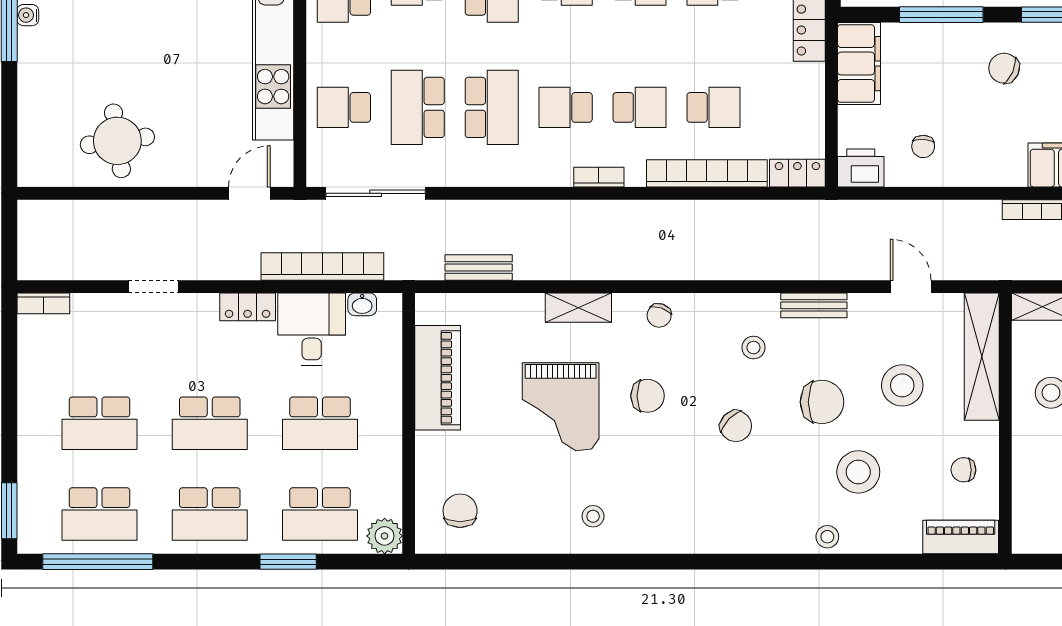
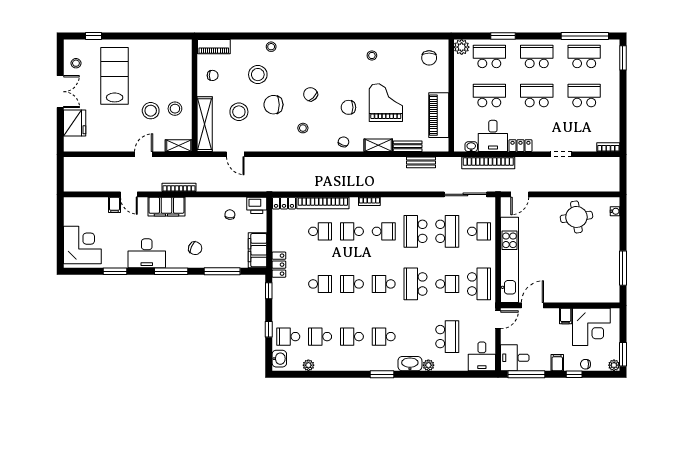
water cooler: (28, 15) -> (615, 211), moved
school desk: (713, 107) -> (320, 231), turned 180
bench: (814, 305) -> (408, 146), moved

